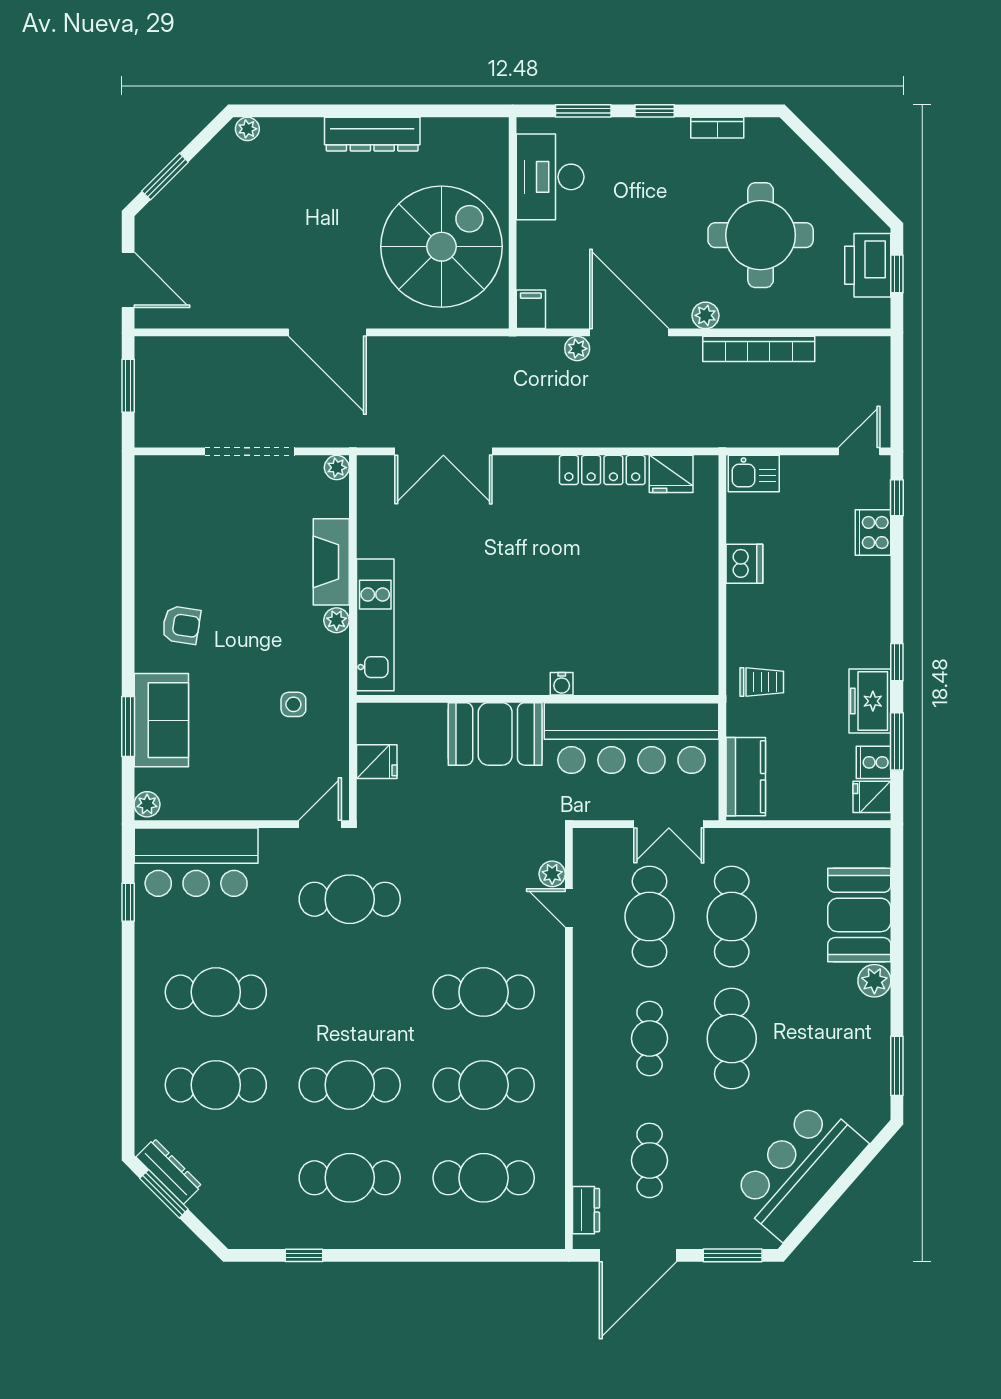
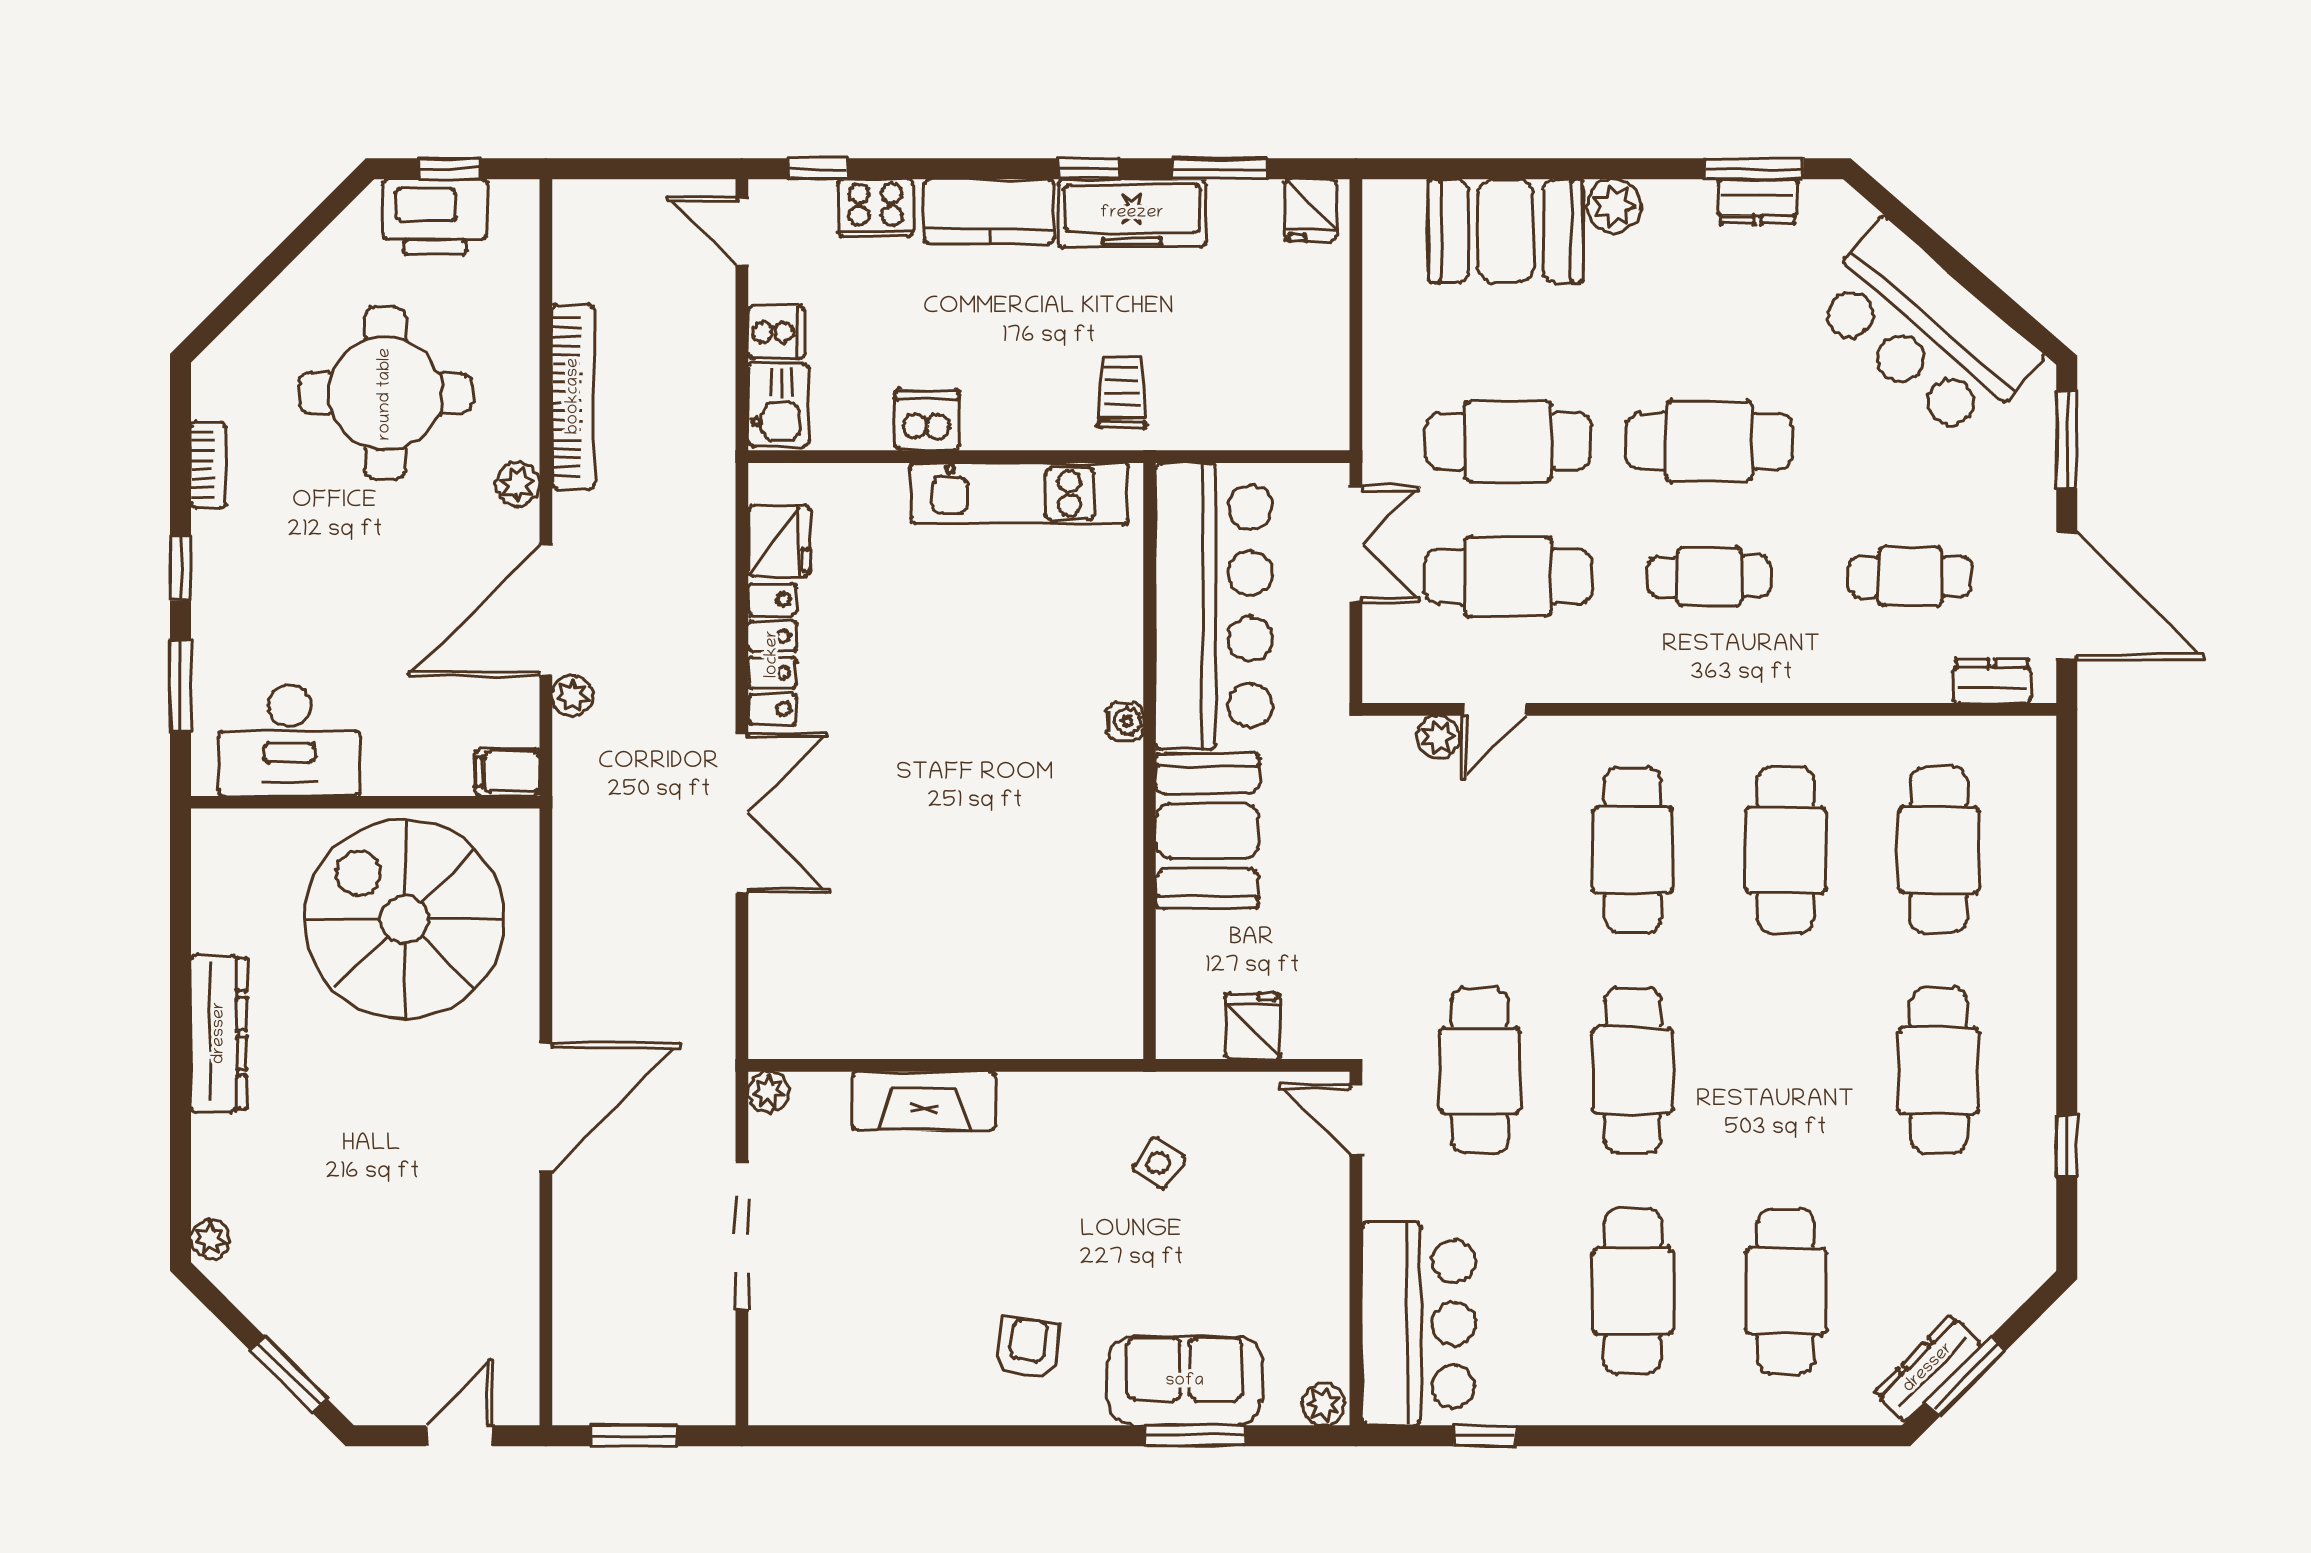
door: (128, 280) -> (459, 1436), width x0.73
double door: (443, 451) -> (742, 813), moved
plant: (337, 620) -> (1020, 1092), removed
kitchen unit: (375, 625) -> (1019, 493), moved, turned 180
freezer: (870, 701) -> (1132, 213), width x1.40
side table: (293, 704) -> (1159, 1163), turned 36
cooker: (874, 762) -> (776, 332), moved, turned -90
kitchen counter: (746, 777) -> (989, 211), moved, turned 180
dresser: (877, 1068) -> (1758, 201), added
cafe table: (350, 1085) -> (1633, 1071), moved

